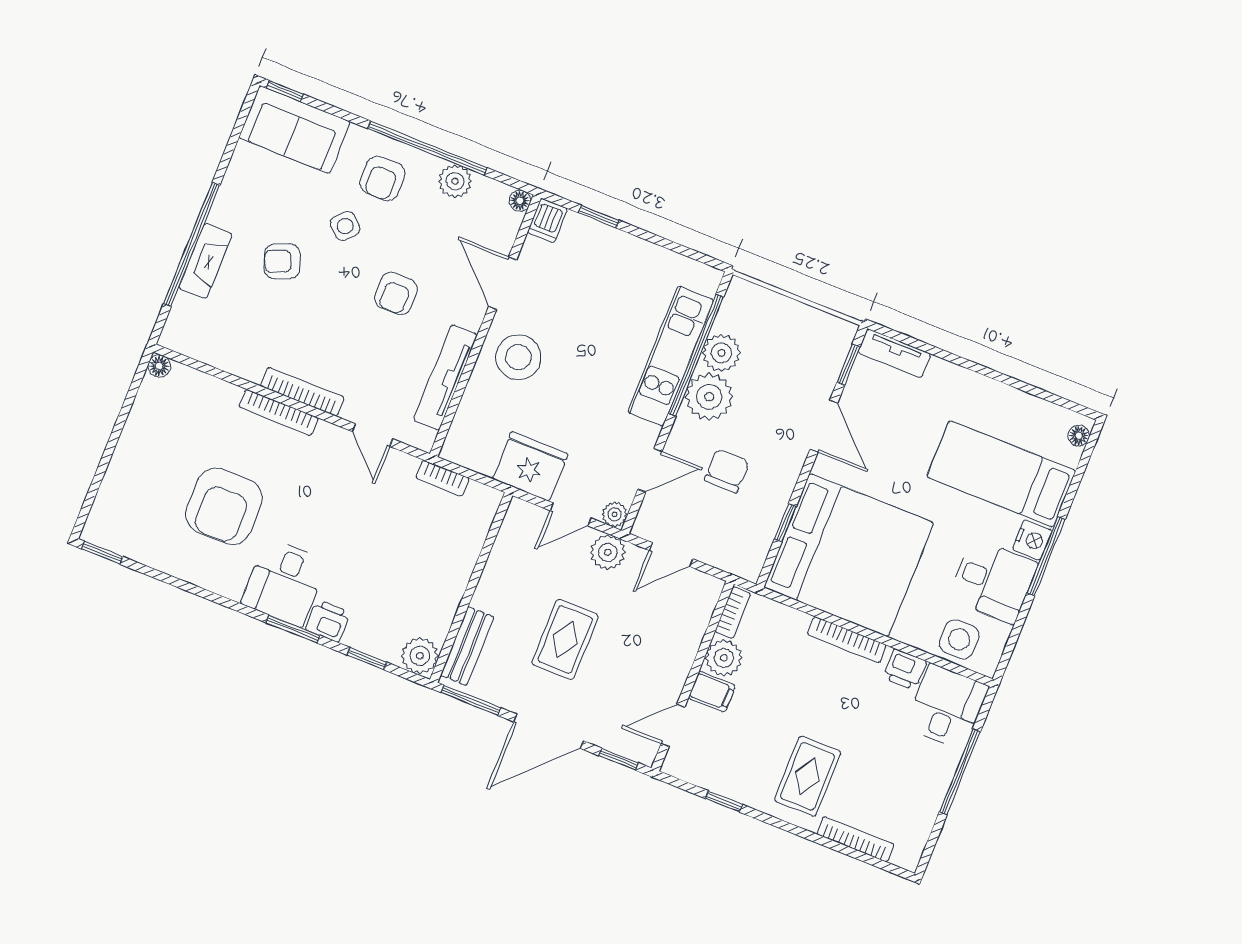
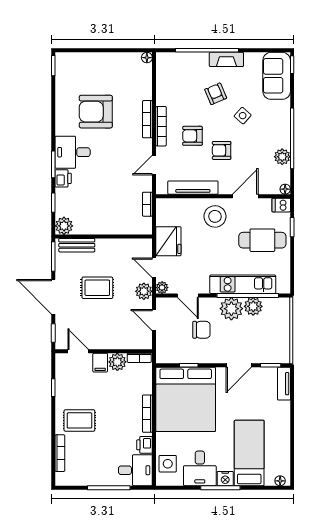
armchair: (382, 178) -> (192, 136), moved
fireplace: (205, 261) -> (226, 59), moved
cafe table: (601, 284) -> (262, 240), added

